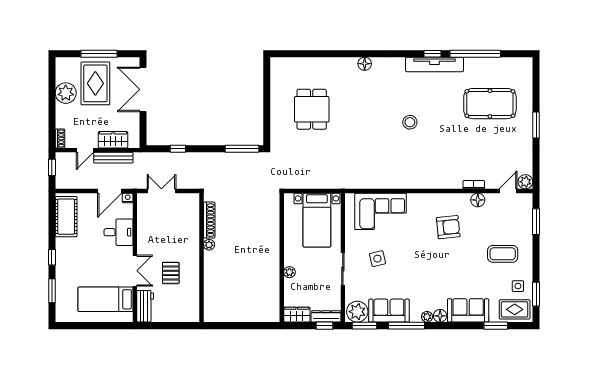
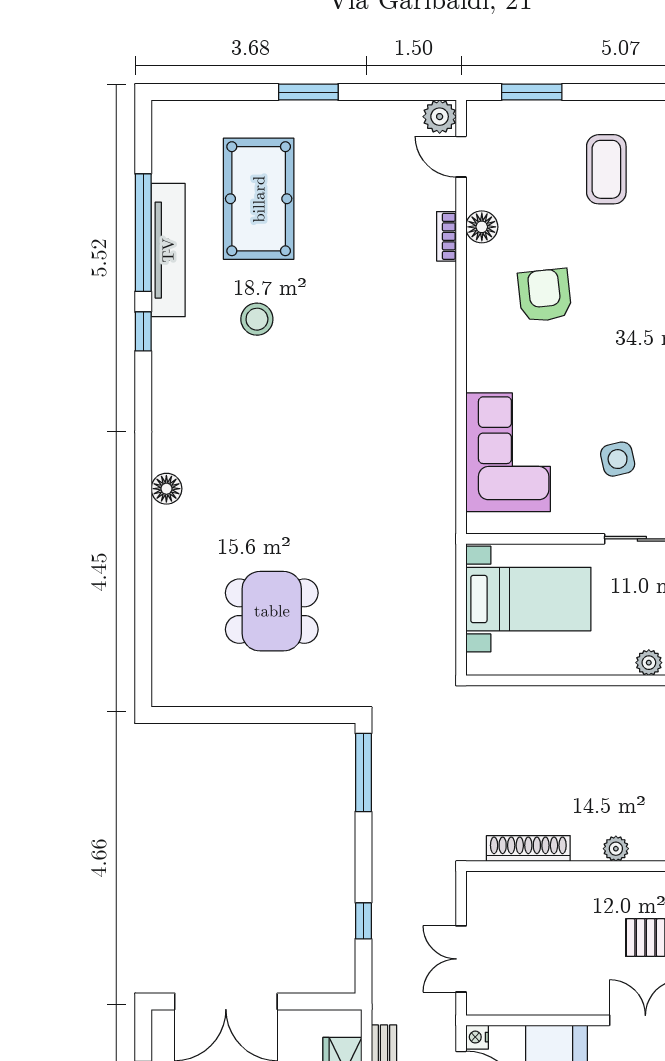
tv unit: (435, 64) -> (168, 250), moved
stool: (410, 122) -> (257, 319), moved
plant: (209, 245) -> (616, 849), moved

